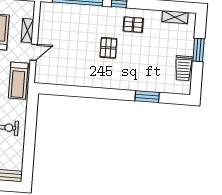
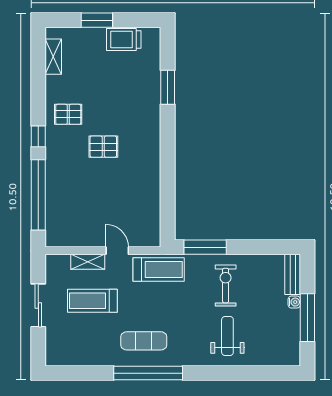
pallet: (133, 25) -> (68, 114), turned 90
trolley: (183, 68) -> (124, 40), turned 180
window: (32, 115) -> (205, 247), added

